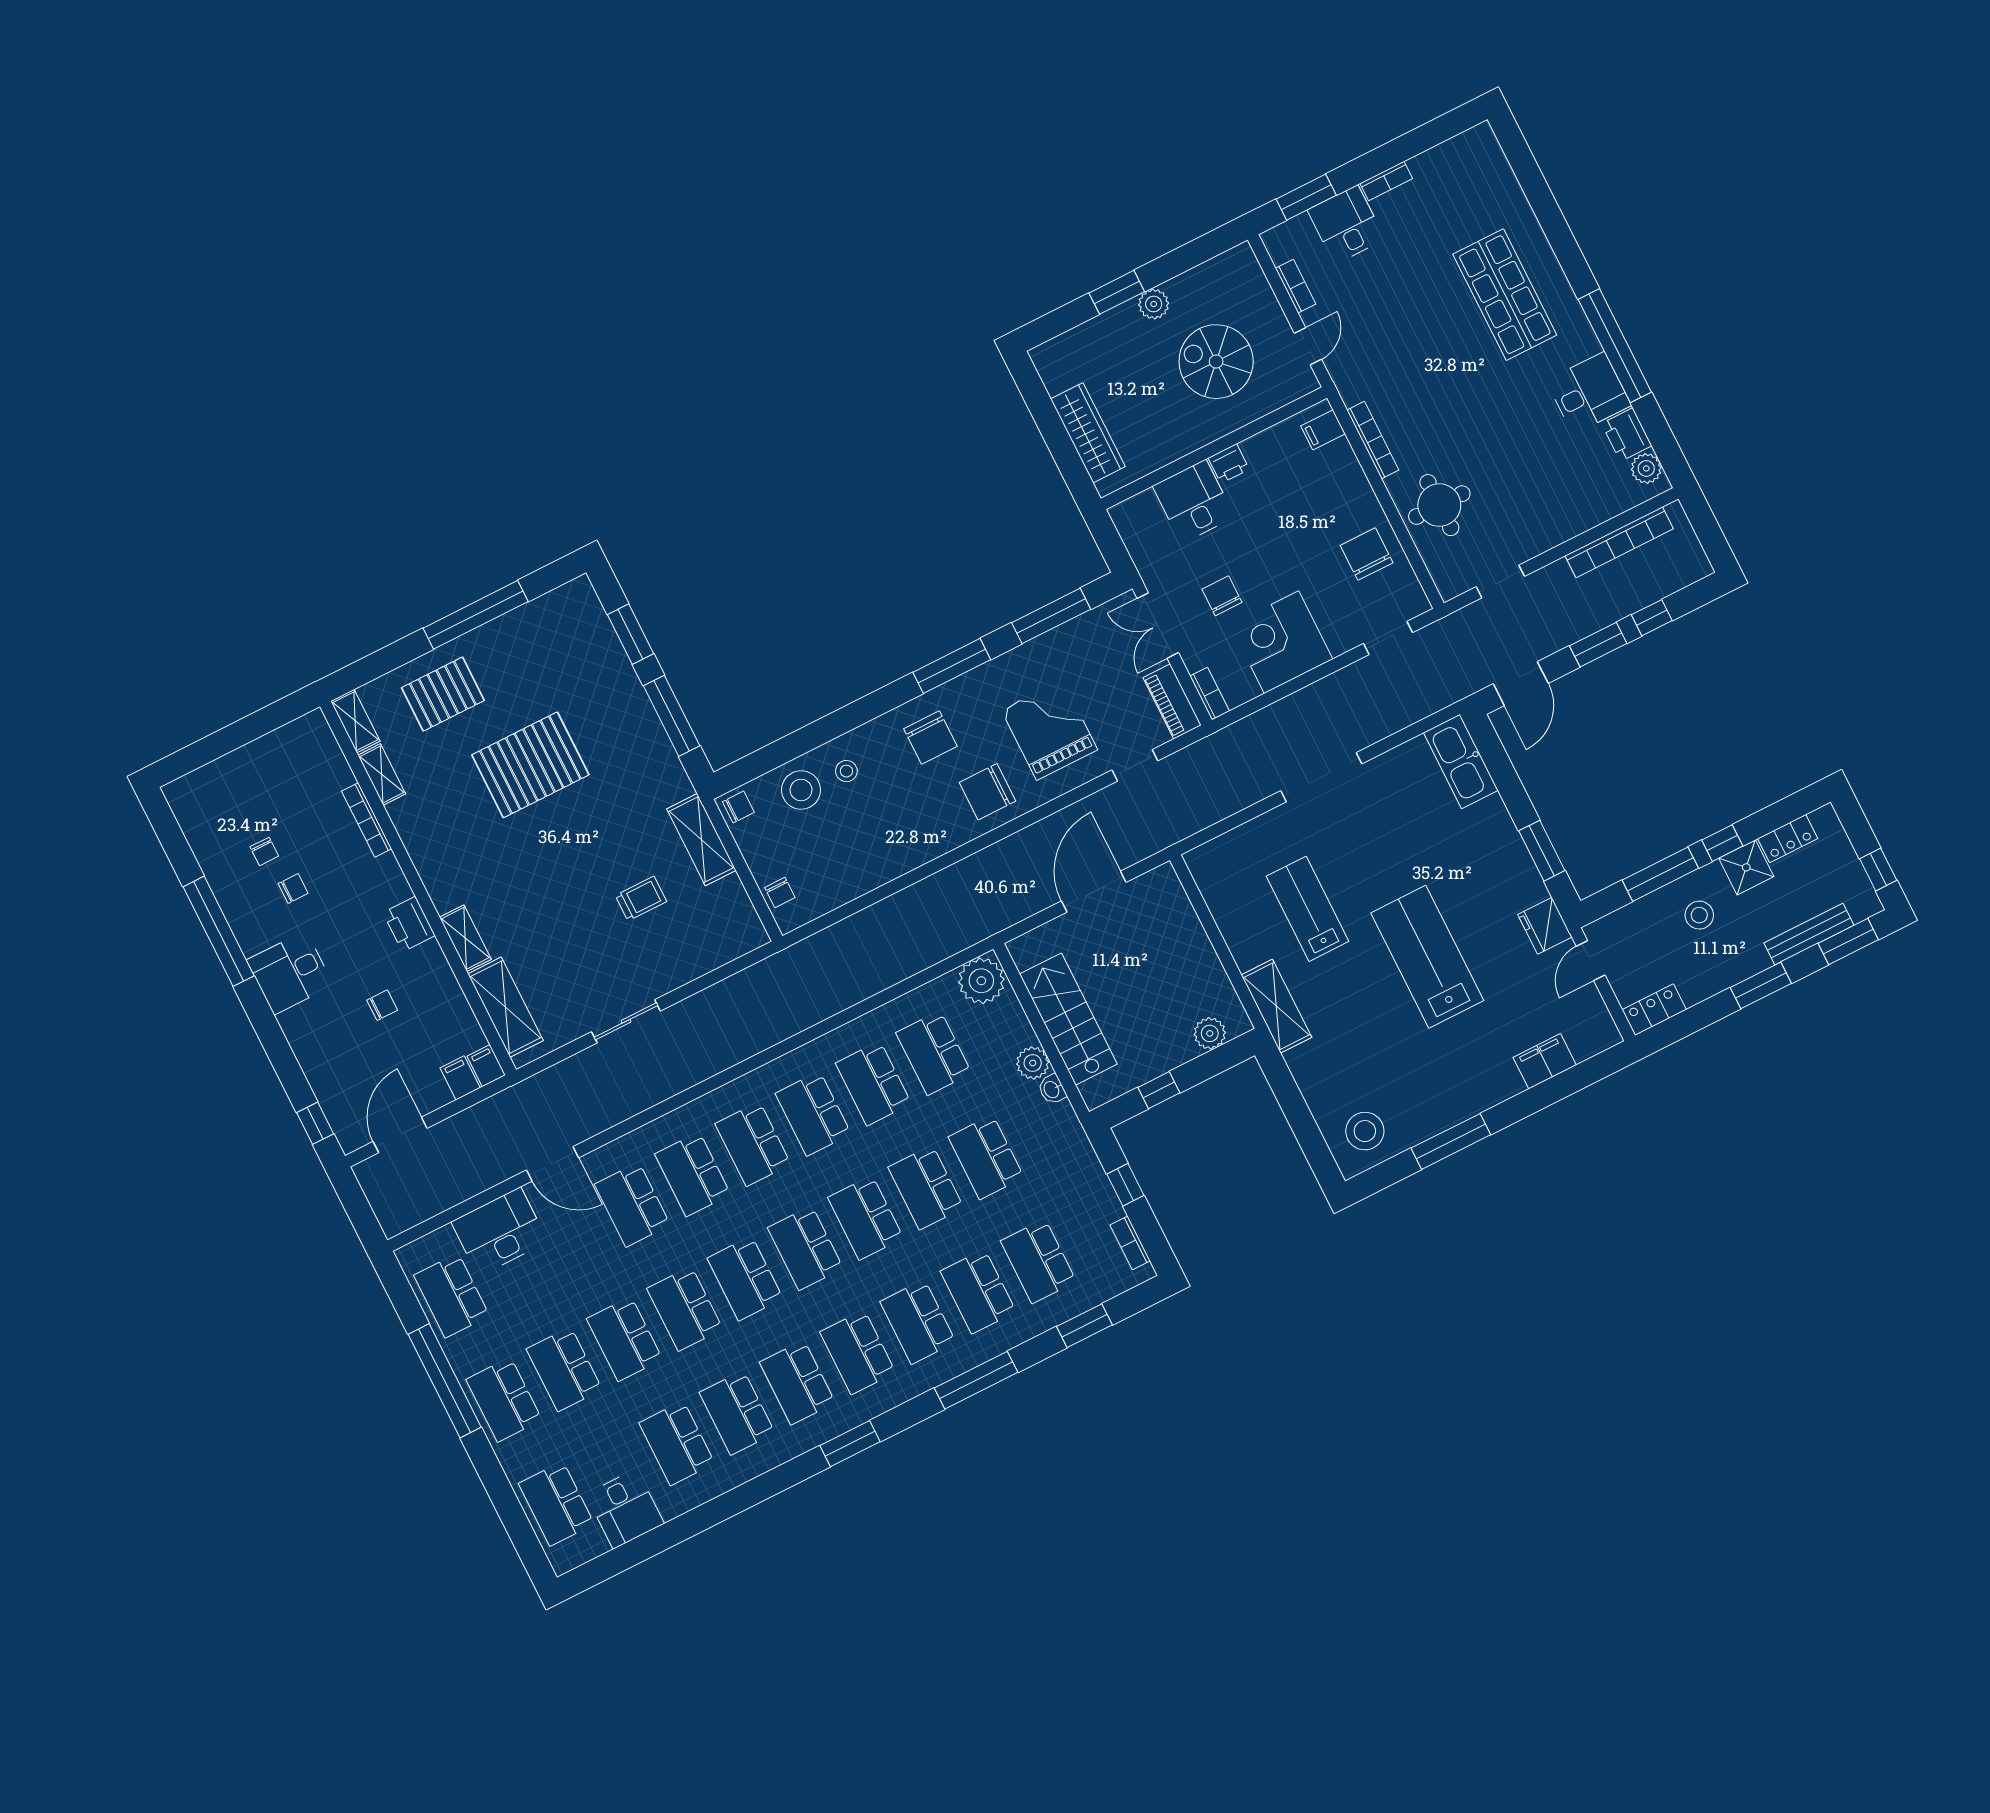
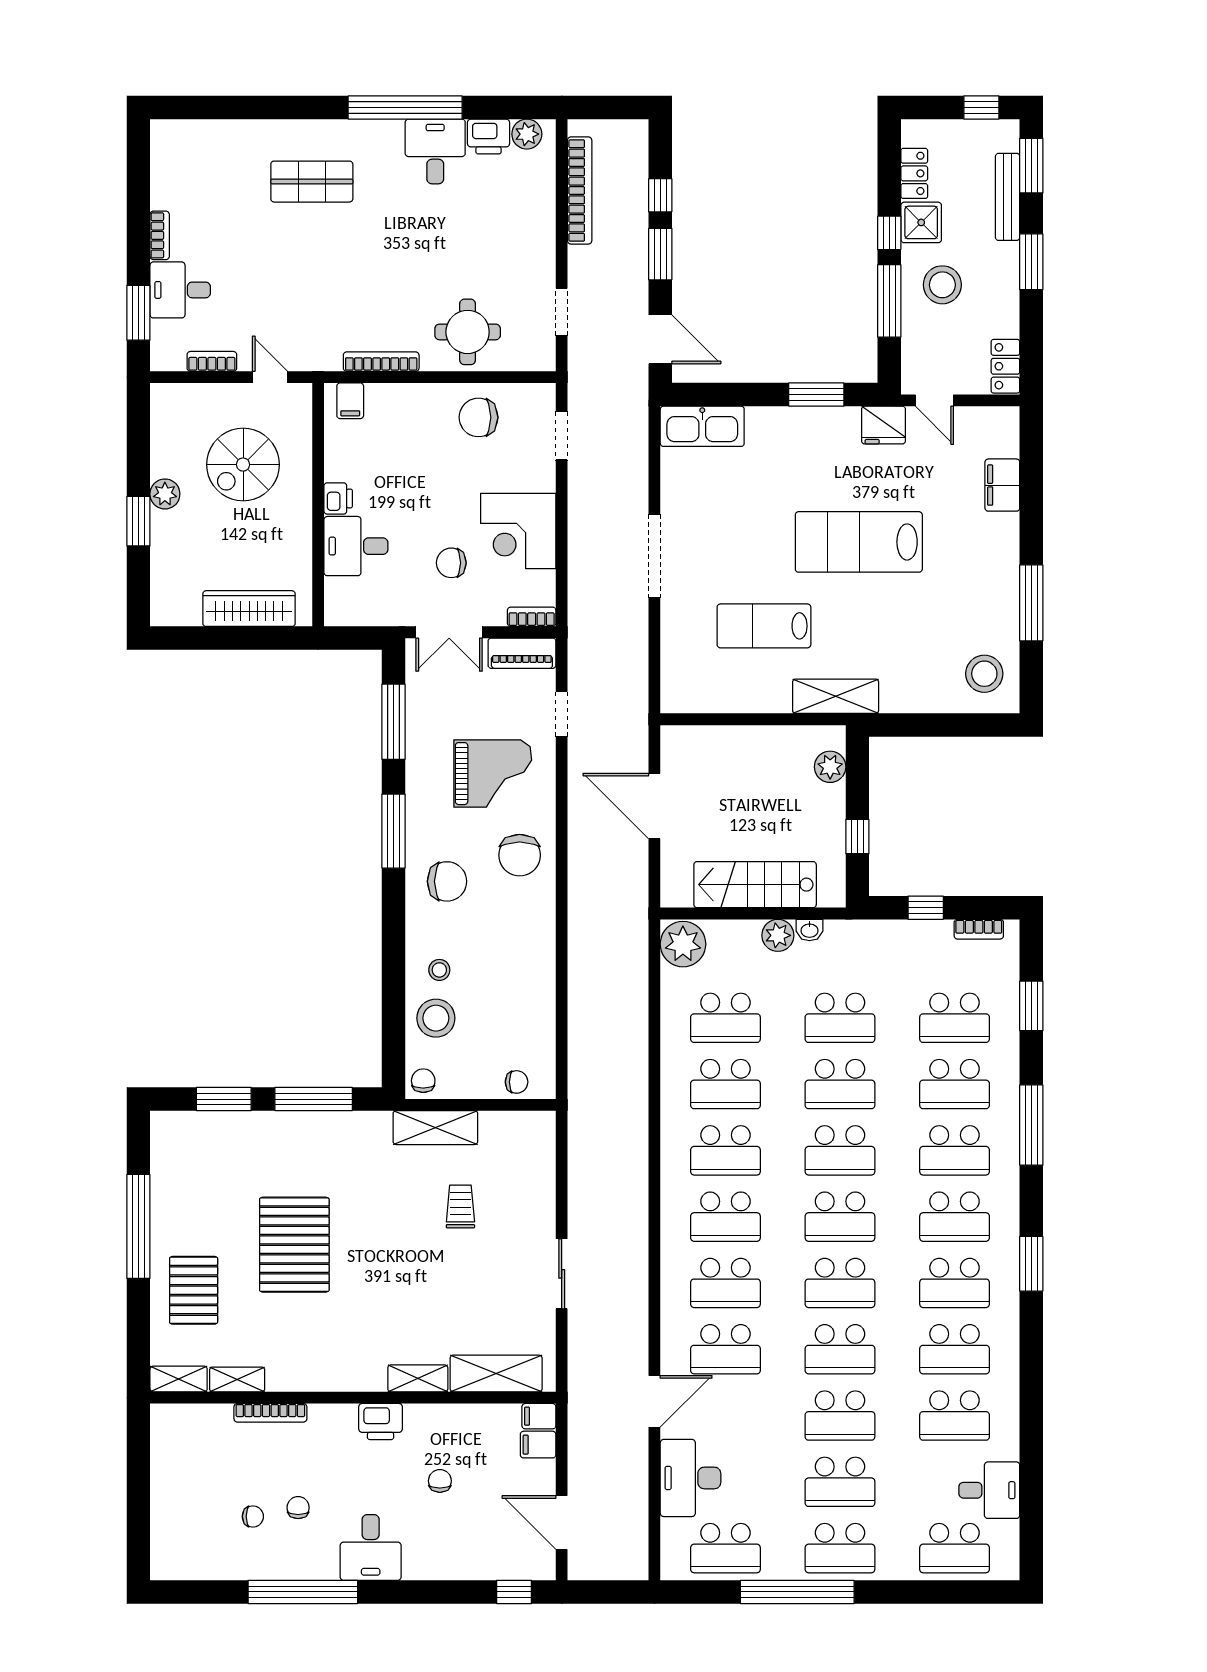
shop shelf: (1505, 295) -> (312, 182), width x0.70, depth x0.74
grand piano: (1049, 730) -> (493, 774), turned 180
stool: (1699, 915) -> (942, 285), width x1.38, depth x1.38

